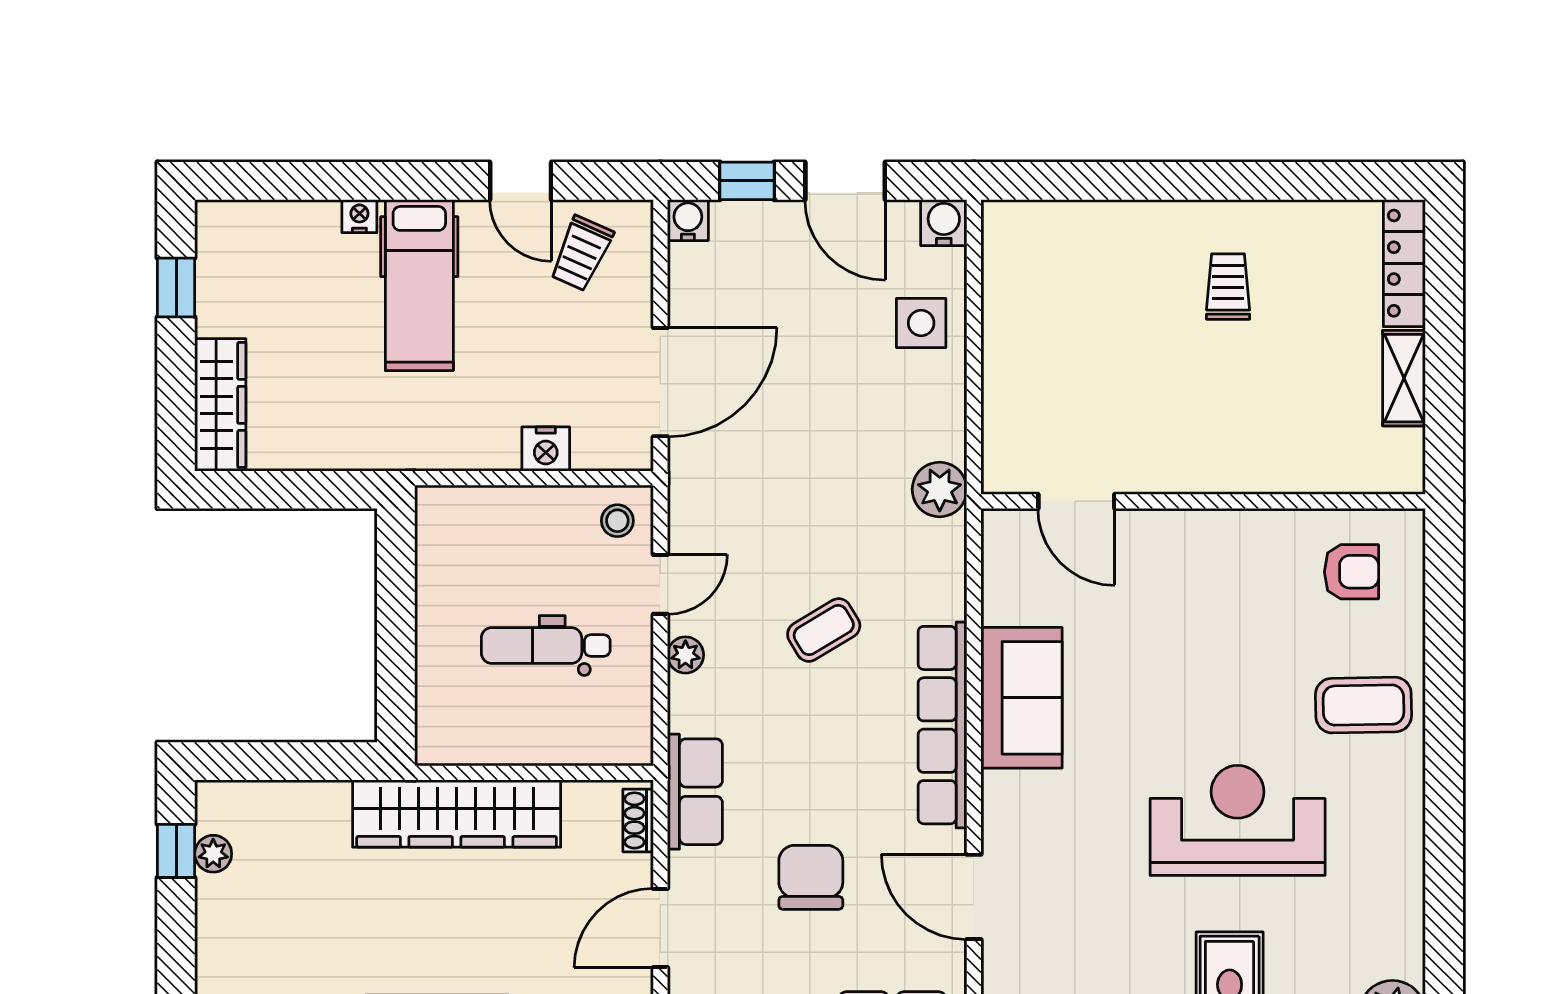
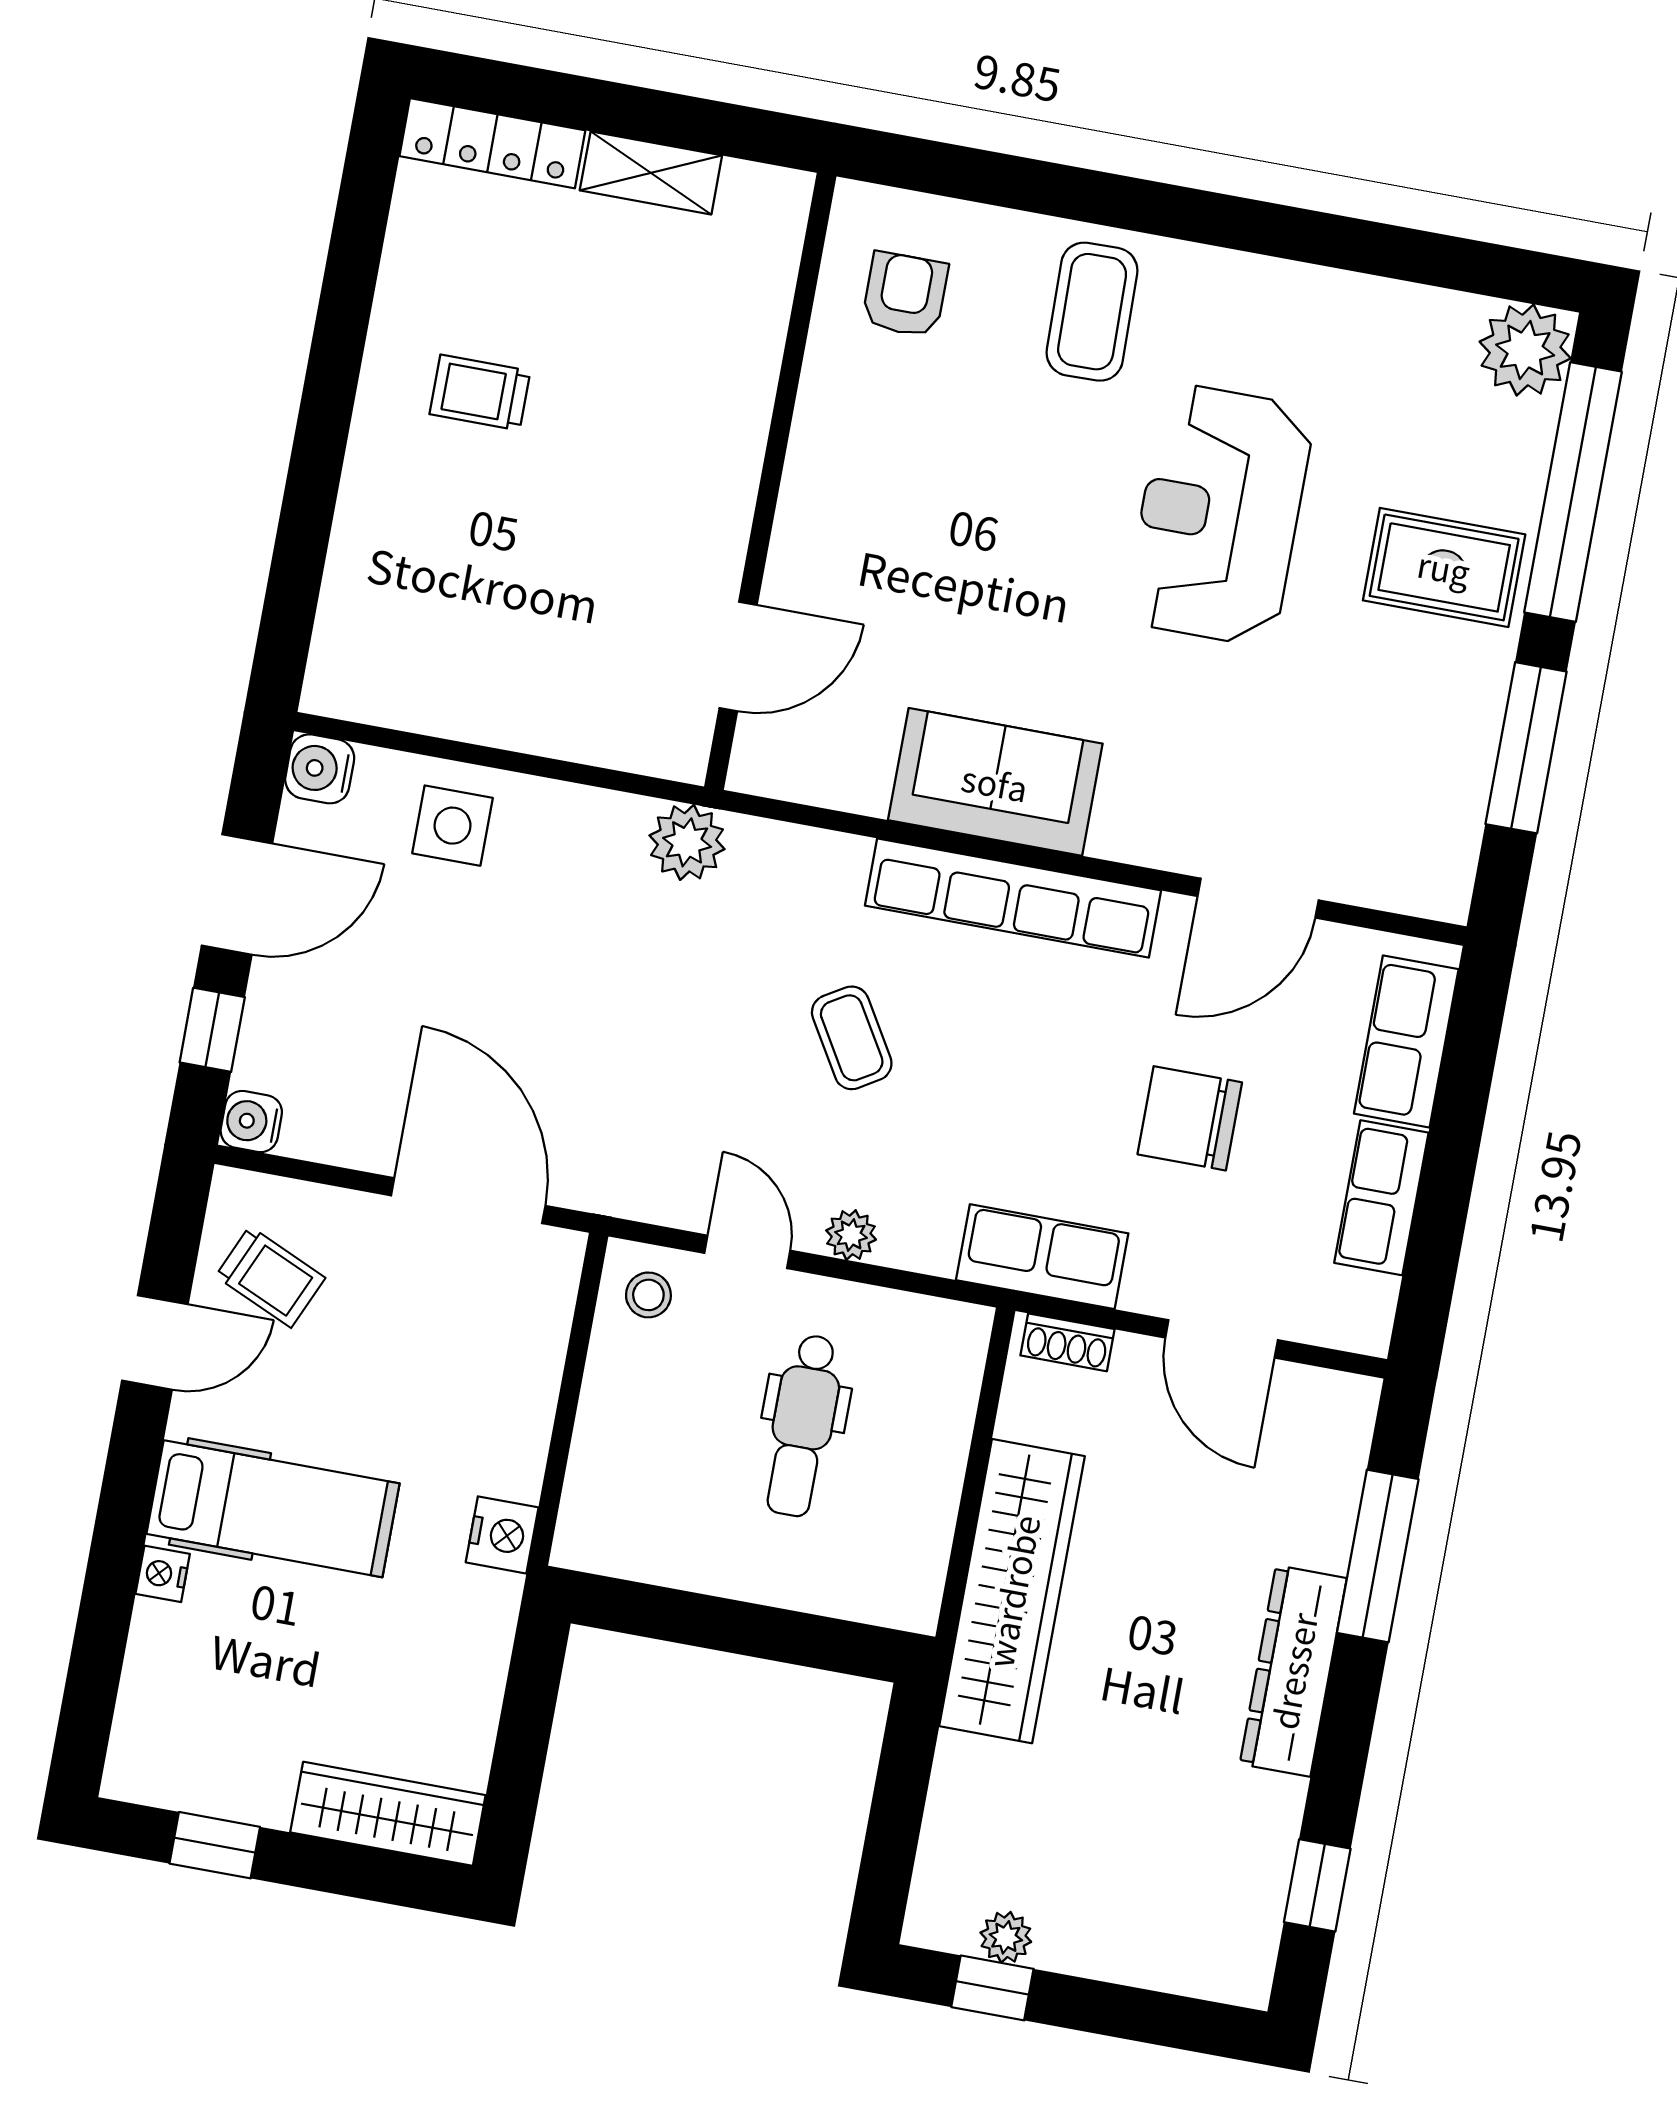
nightstand: (546, 449) -> (502, 1535), moved

